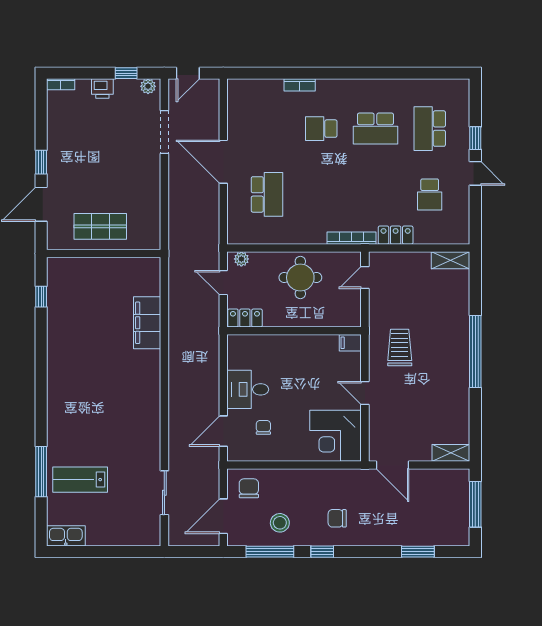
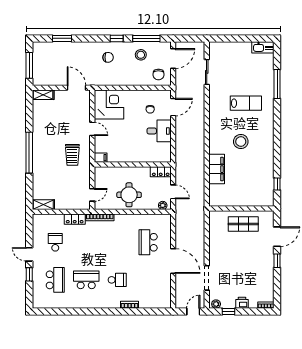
stool: (105, 371) -> (241, 142), added
lab bench: (80, 480) -> (246, 103), moved

